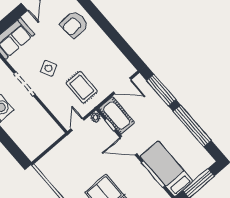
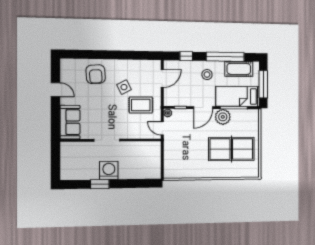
side table: (49, 68) -> (124, 87), moved
window: (161, 90) -> (186, 56), width x0.46
cot: (117, 115) -> (239, 69), moved
stool: (161, 123) -> (207, 75), added
plant: (136, 171) -> (223, 117), added

